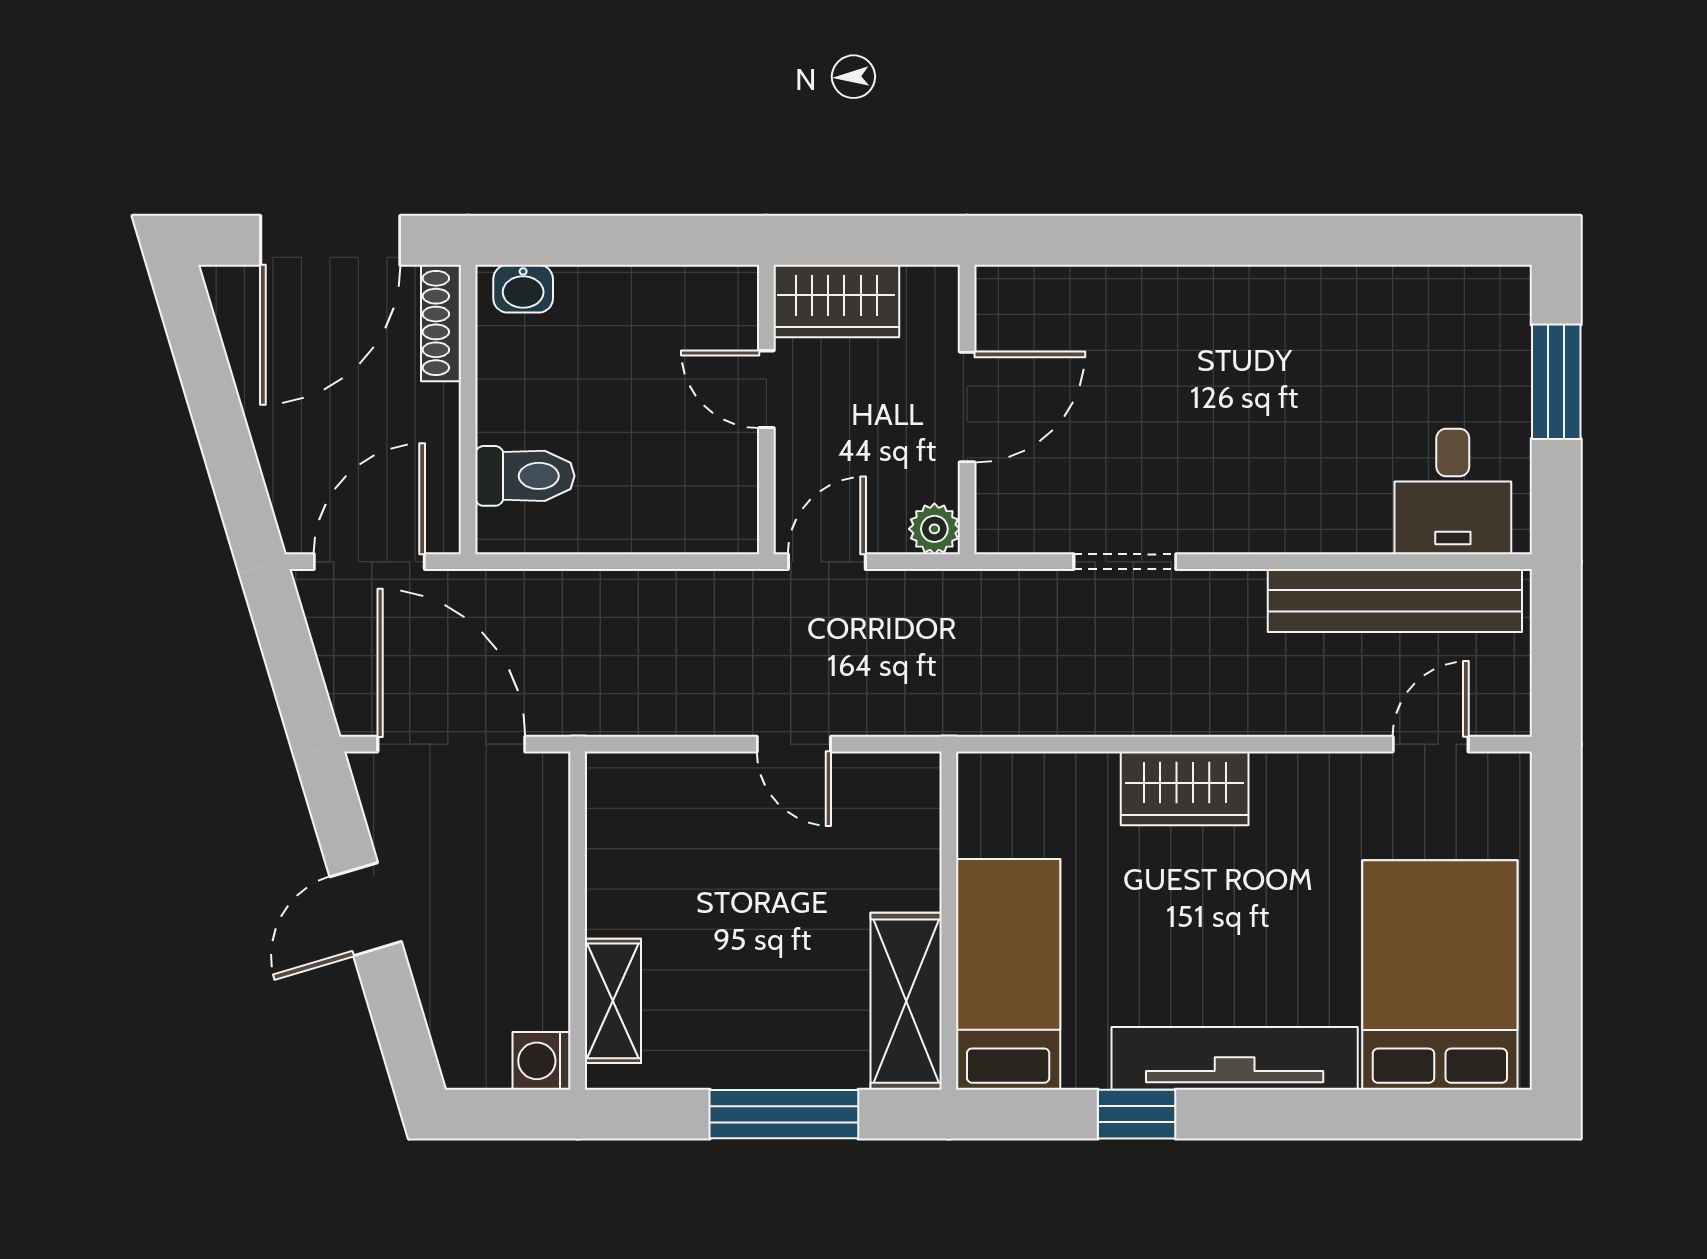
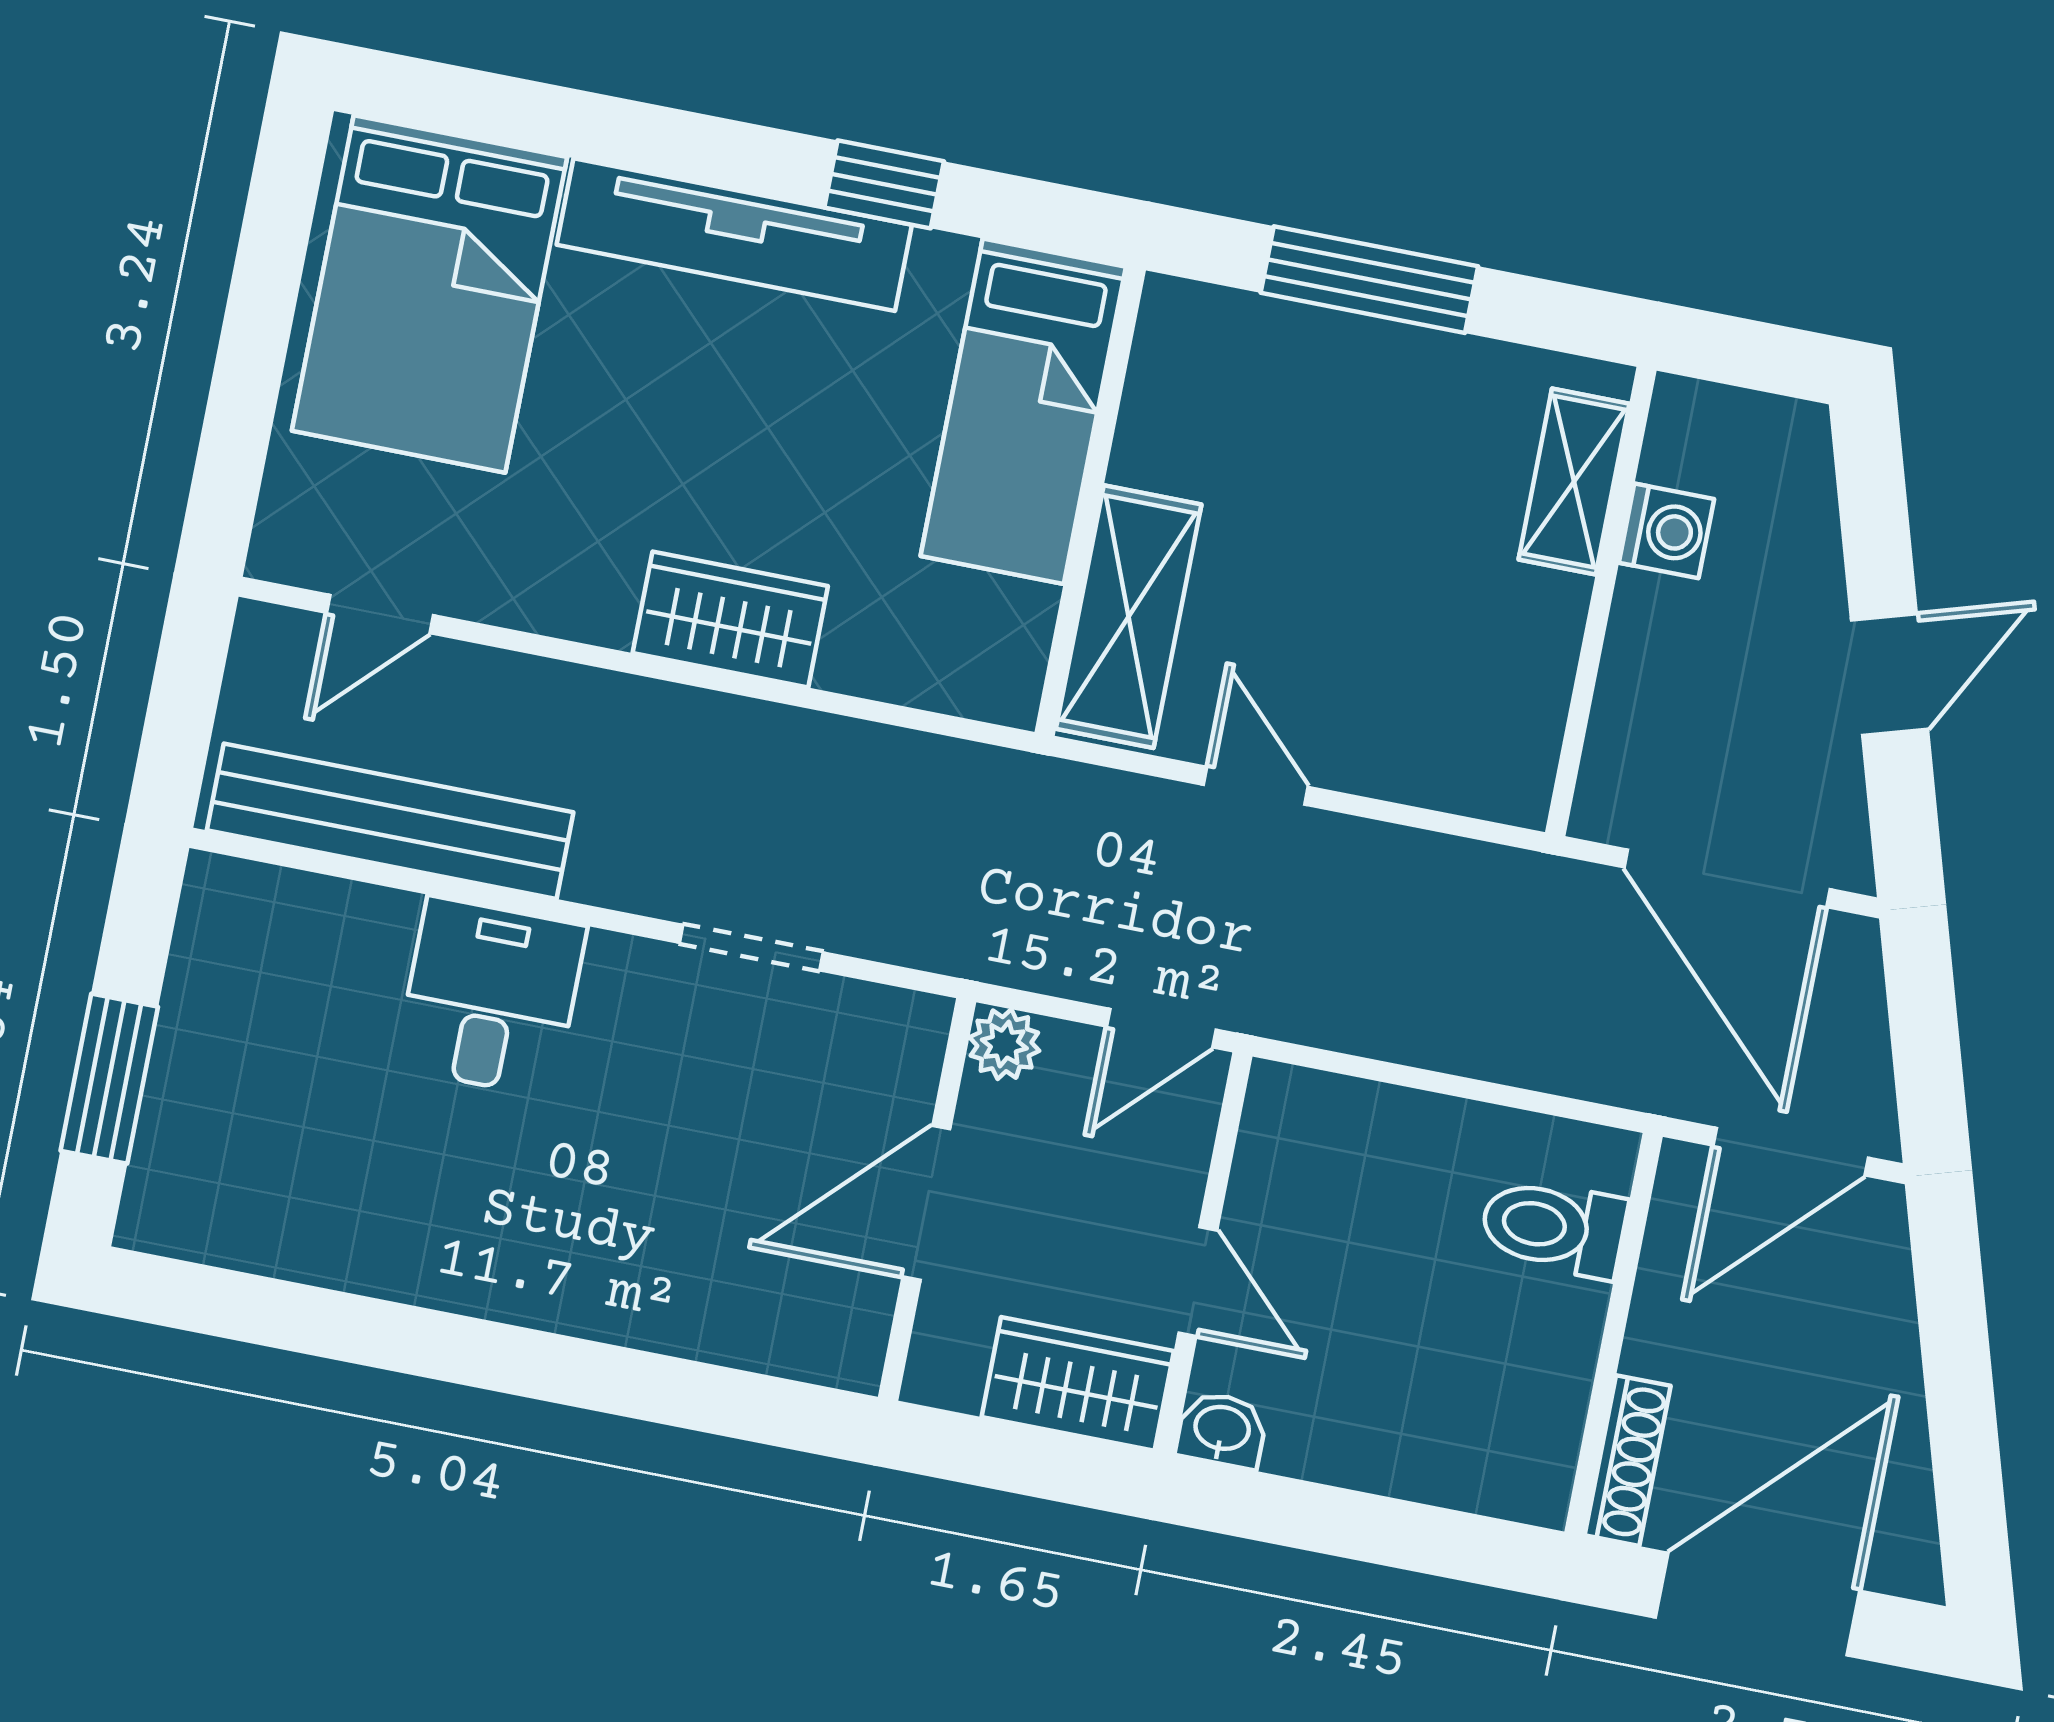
washbasin: (523, 289) -> (1222, 1430), moved
desk: (1453, 491) -> (491, 997), moved
shelving: (906, 1001) -> (1129, 617), moved
washing machine: (541, 1061) -> (1666, 531), moved

